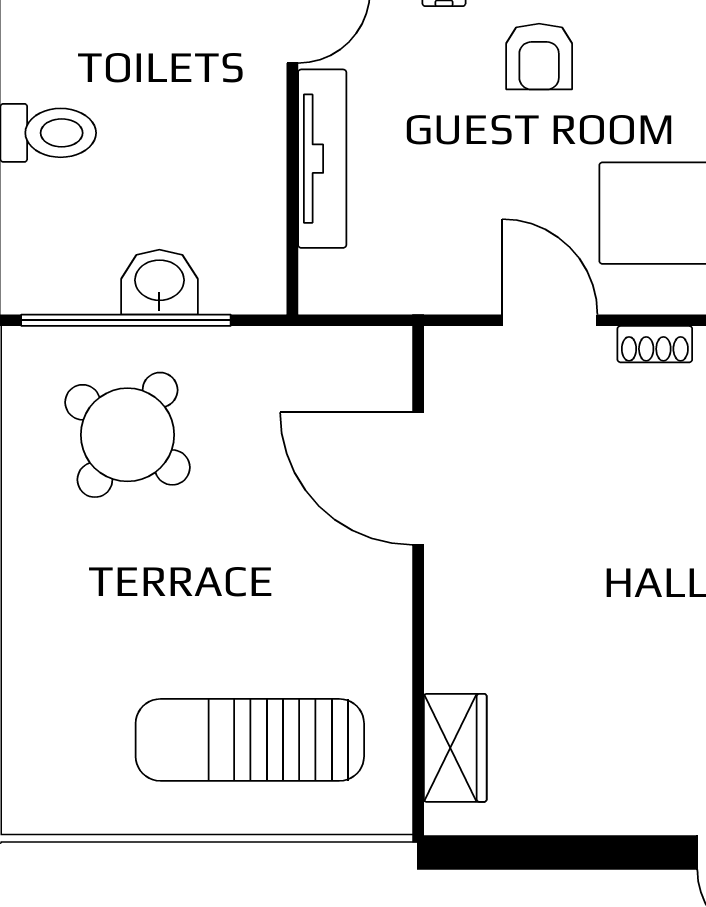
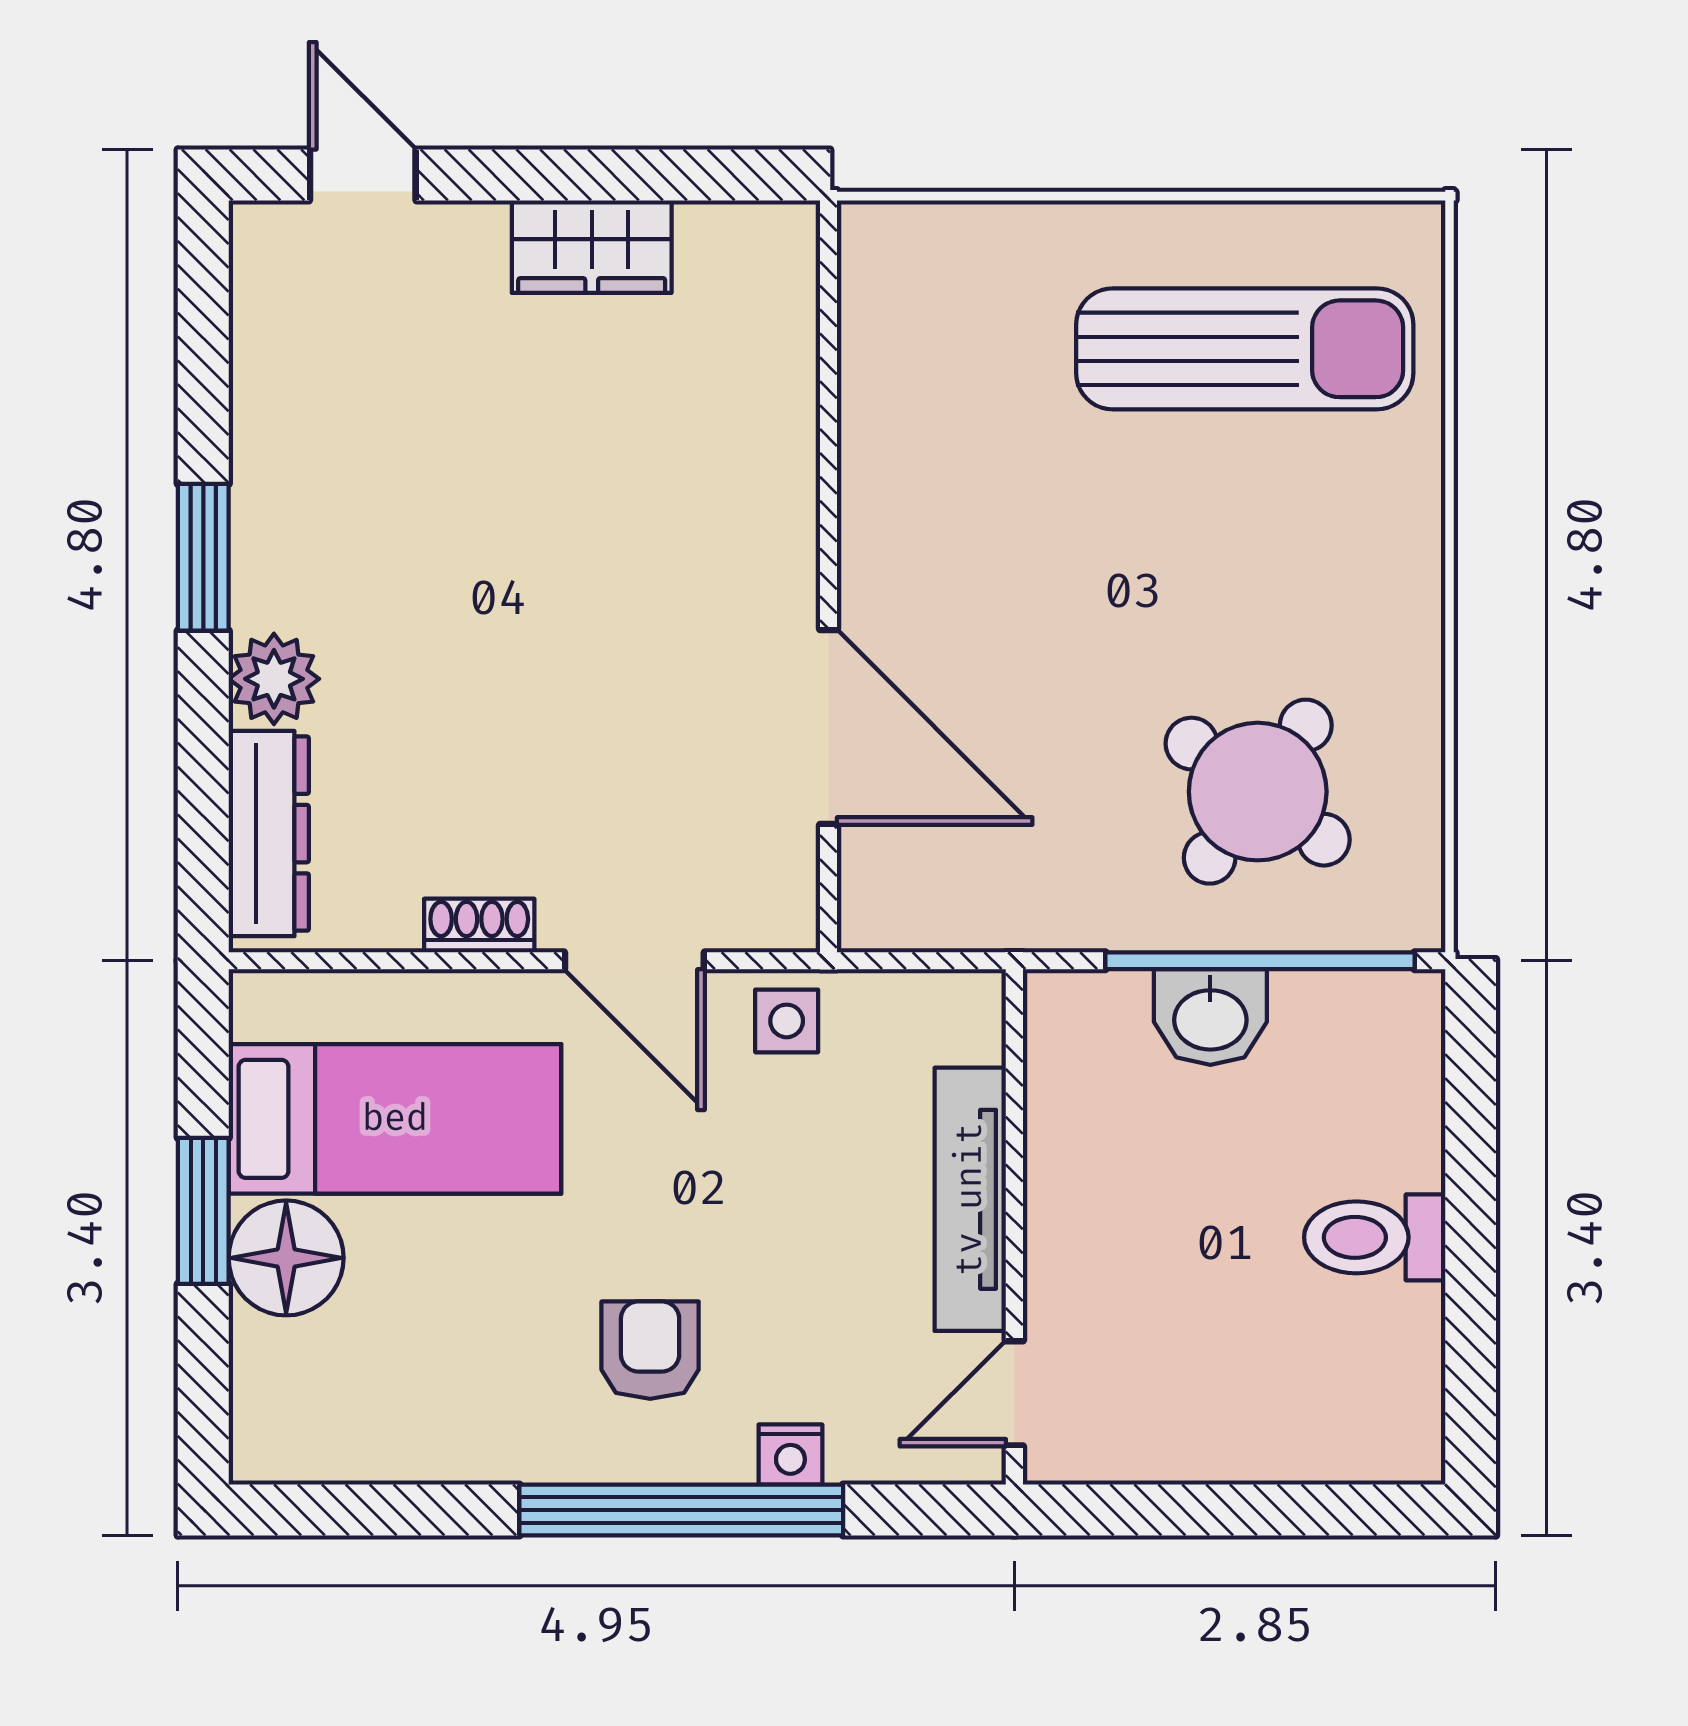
side table: (447, 279) -> (787, 1021), added
sun lounger: (250, 740) -> (1245, 349), moved
wardrobe: (455, 748) -> (592, 247), moved, turned -90

